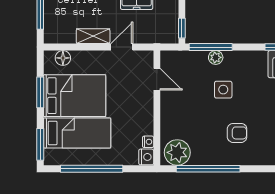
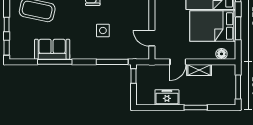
plant: (216, 57) -> (108, 54), removed

